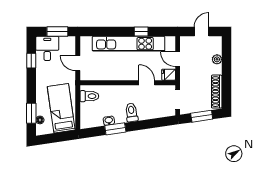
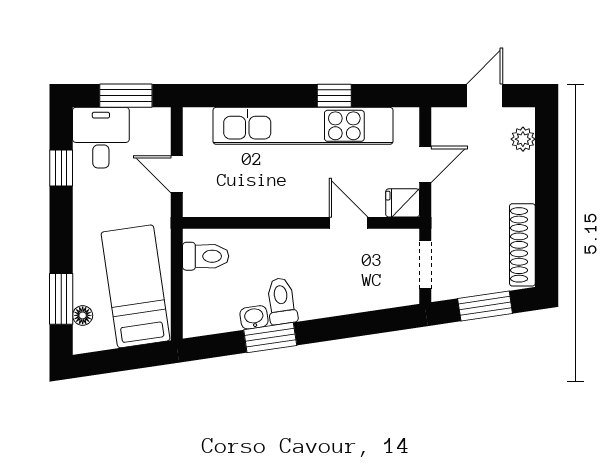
door: (178, 59) -> (425, 164), swing flipped
plant: (217, 59) -> (523, 139), moved
toilet: (132, 112) -> (281, 301), moved

